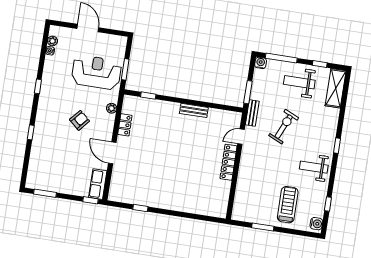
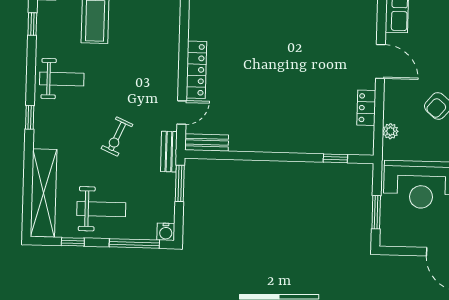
window: (125, 69) -> (376, 212), moved
shelving: (336, 88) -> (44, 193), width x1.47
bench: (194, 110) -> (207, 143), moved
exercise bike: (284, 127) -> (117, 136), width x0.73, depth x0.72

